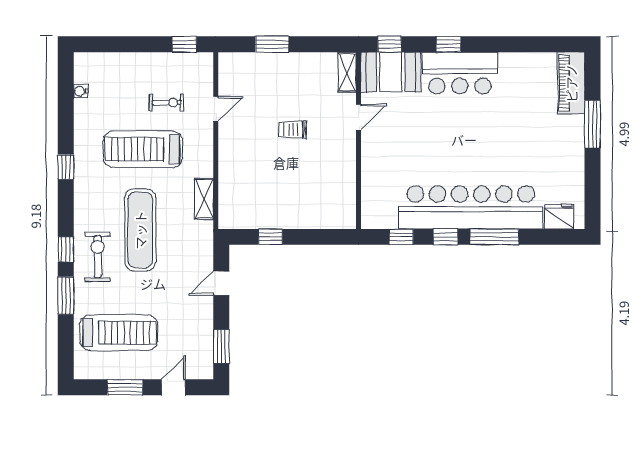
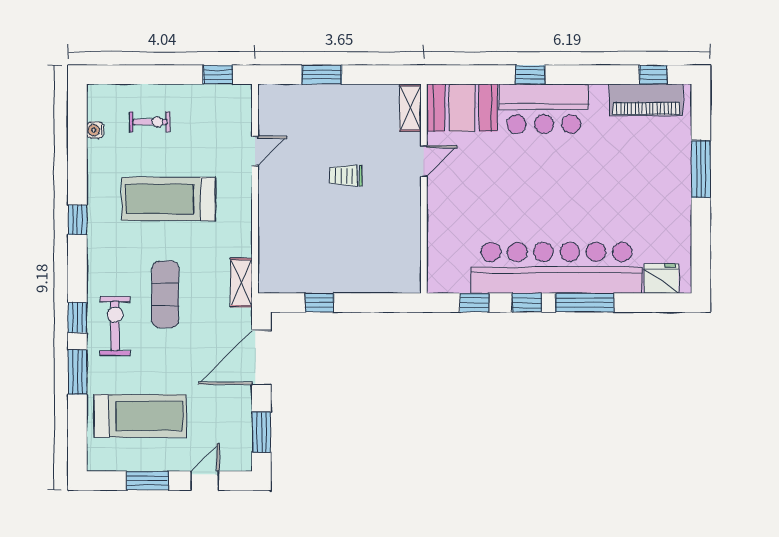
window: (390, 44) -> (653, 75), moved
piano: (571, 83) -> (646, 100), moved, turned -90
exercise bike: (167, 103) -> (150, 122), moved
shelving: (204, 199) -> (241, 283), moved
exercise mat: (140, 230) -> (165, 294), width x0.73, depth x0.69
door: (221, 283) -> (261, 357), width x1.88

